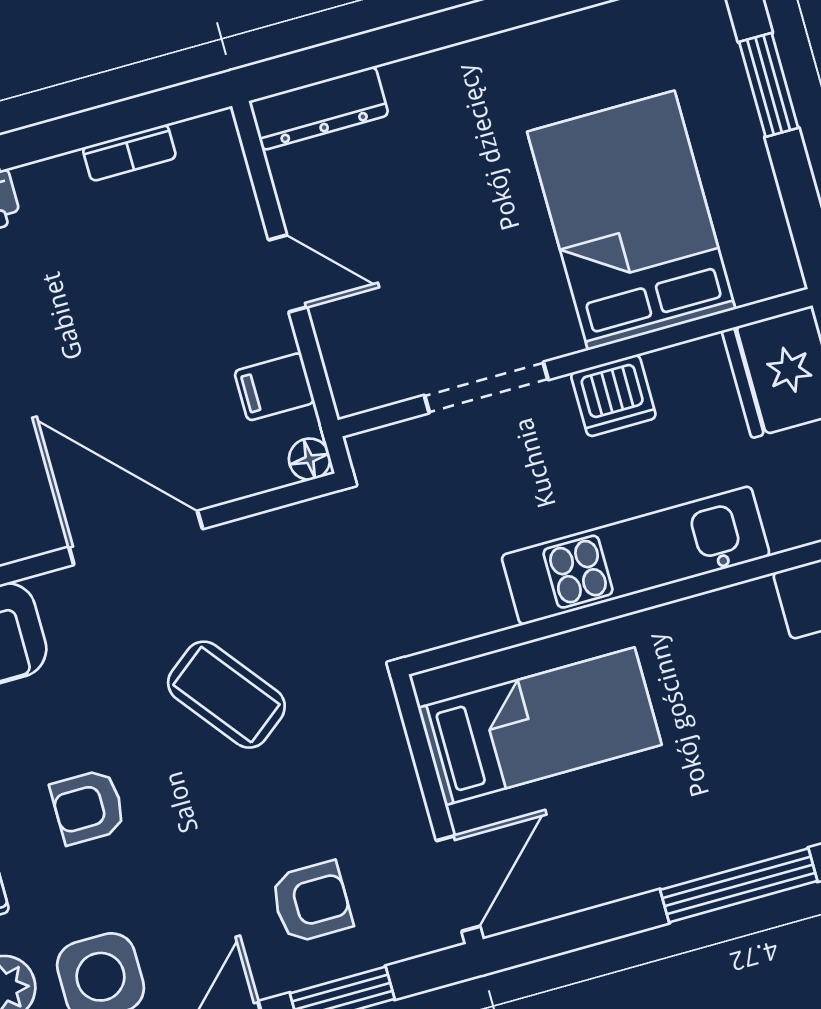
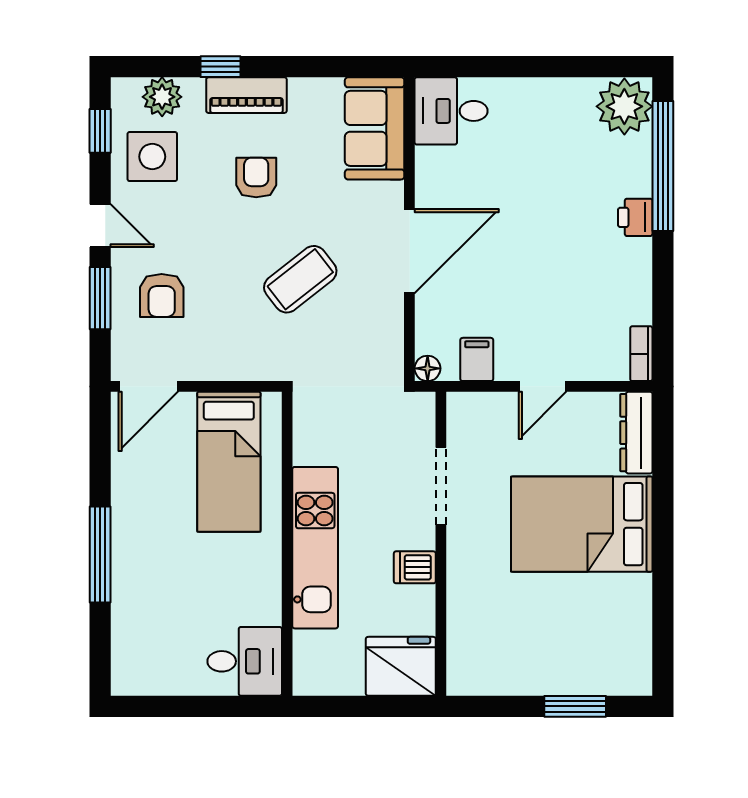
bookcase: (129, 153) -> (641, 354), moved
bed: (631, 220) -> (582, 524), moved, turned 180
dishwasher: (613, 395) -> (415, 567), width x0.73
door: (458, 884) -> (148, 386), hinge flipped

